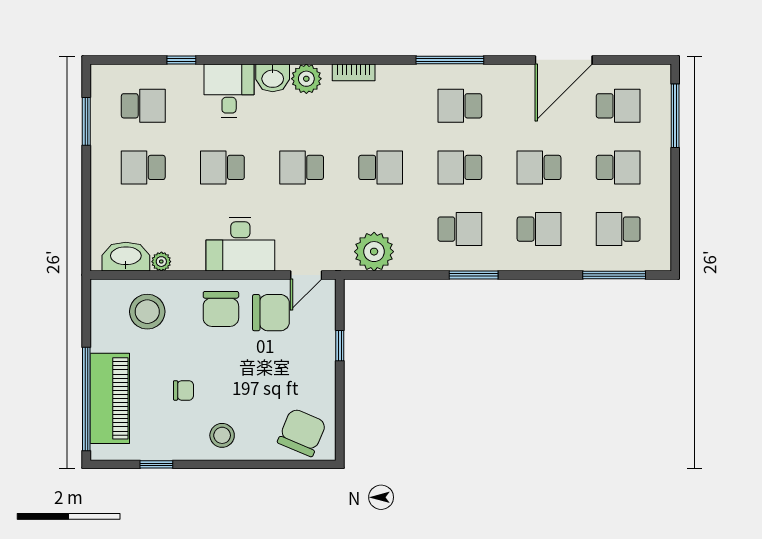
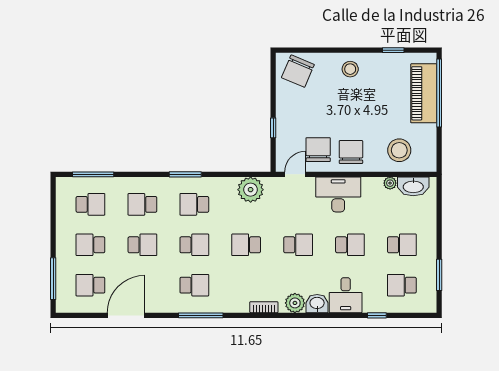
chair: (271, 313) -> (318, 150), turned 90
chair: (184, 390) -> (375, 99), removed

